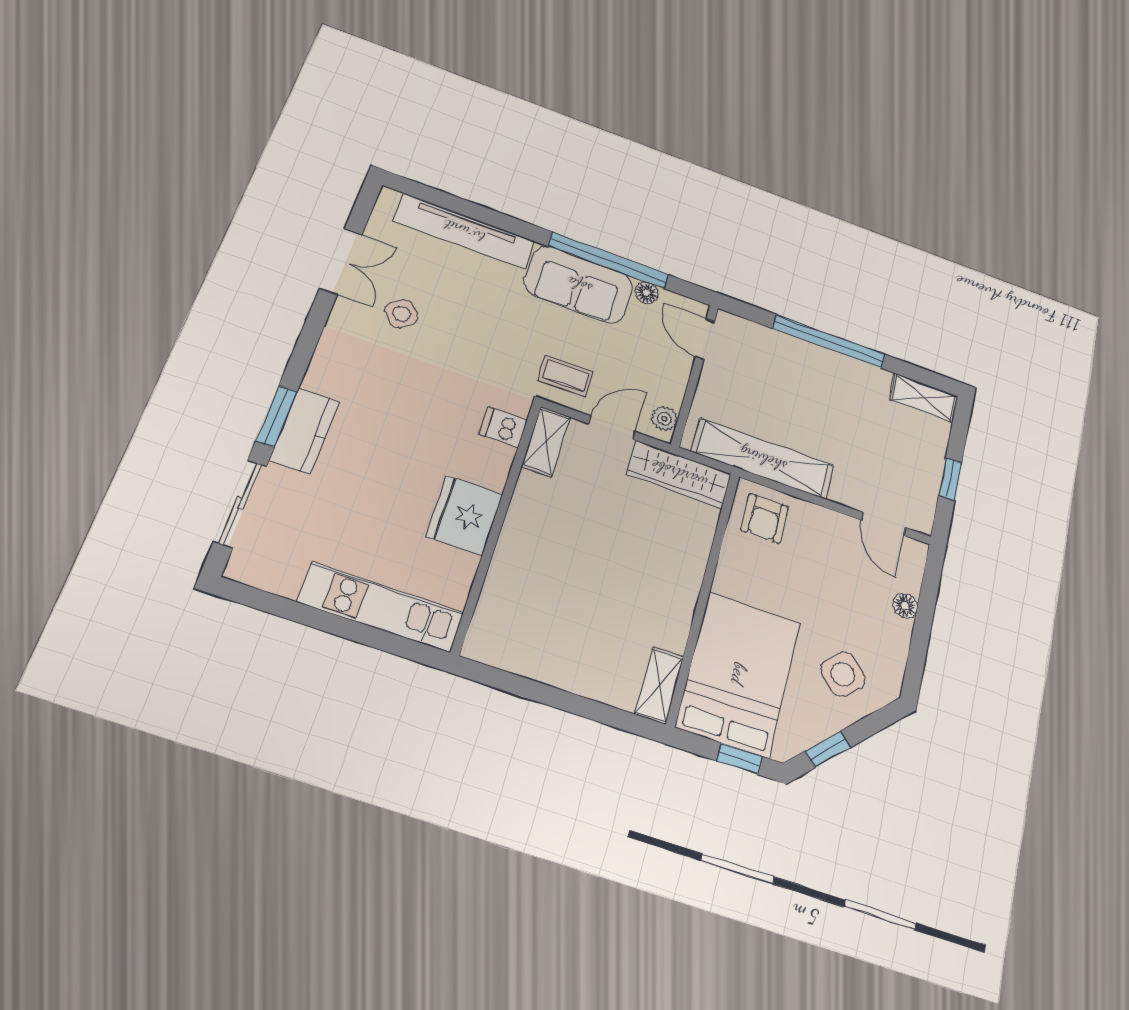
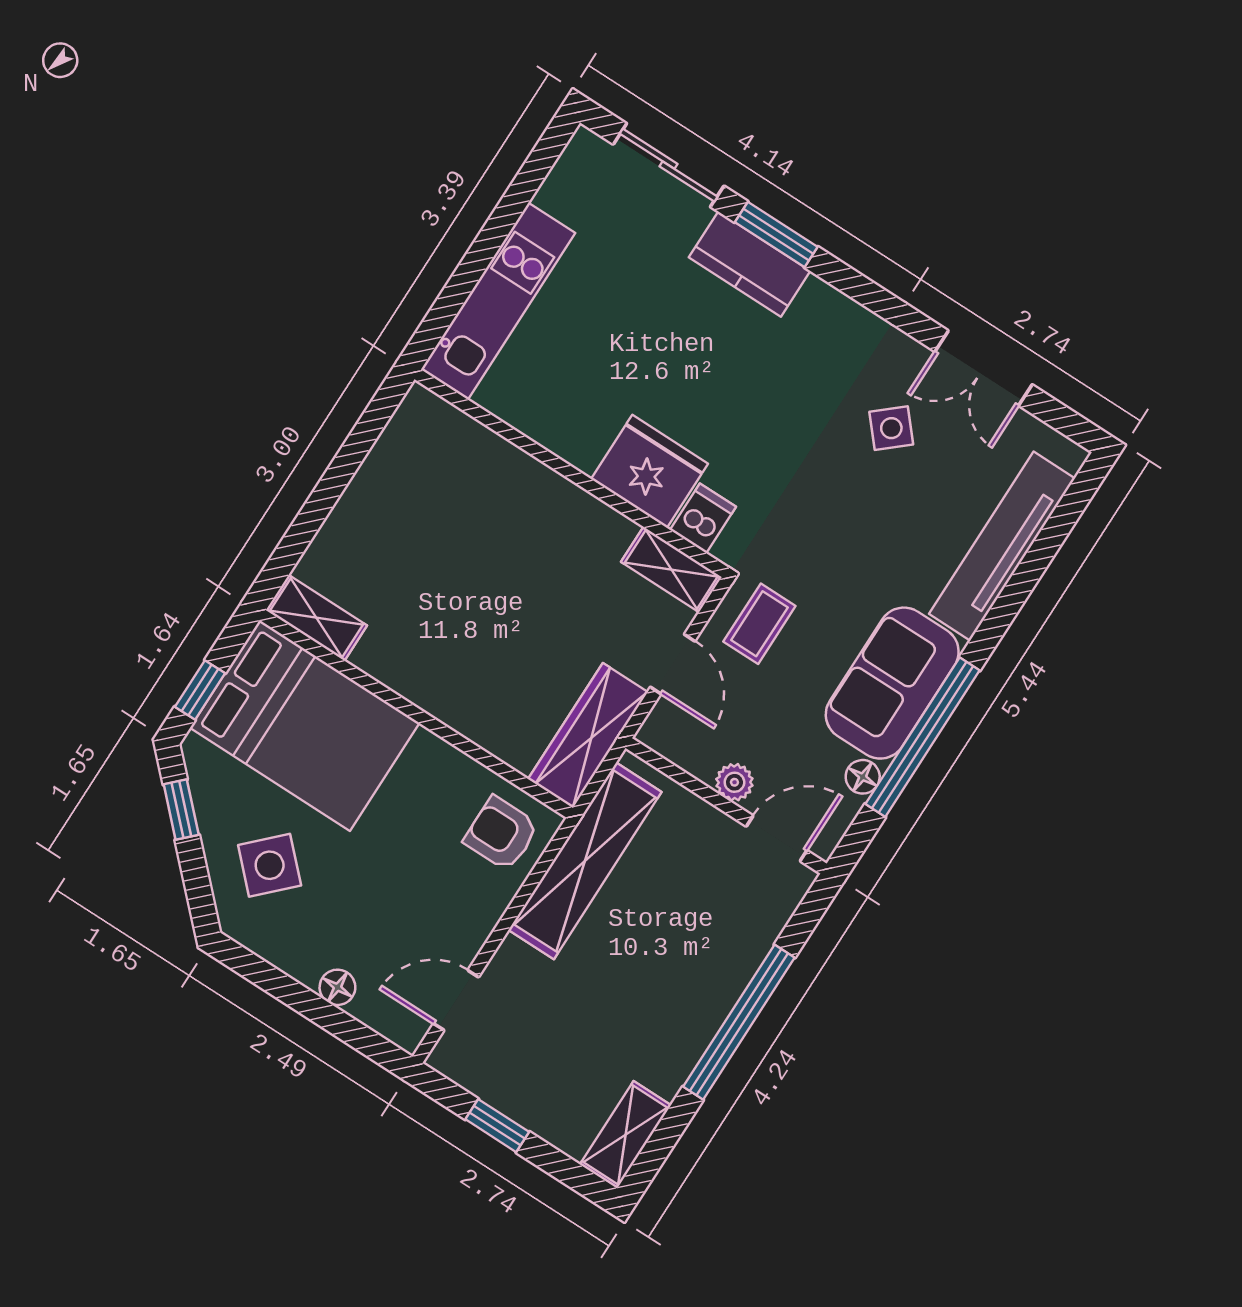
plant: (664, 419) -> (734, 782), moved
fridge: (465, 515) -> (650, 471), moved

